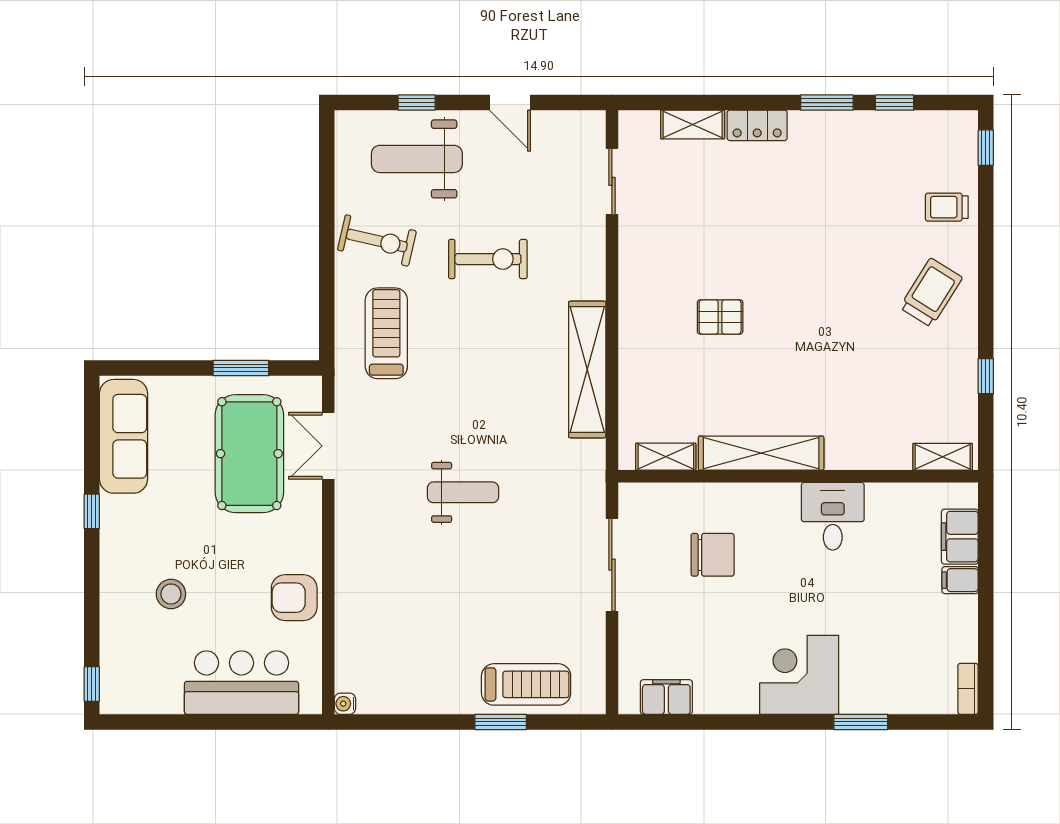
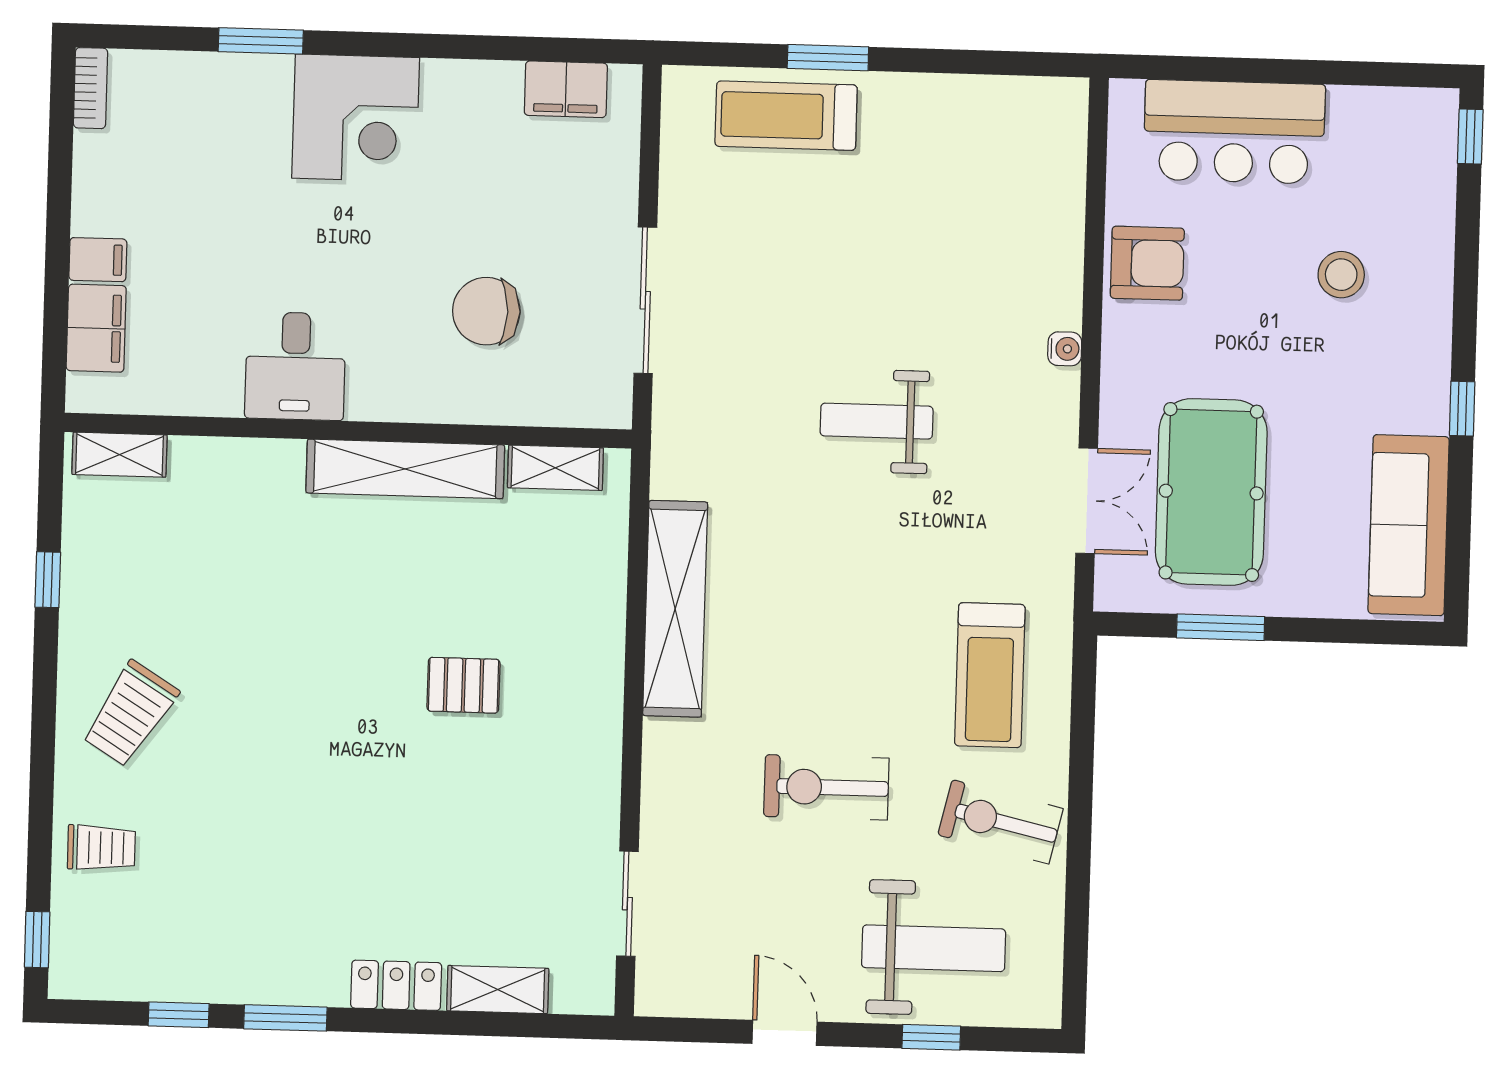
water cooler: (345, 704) -> (1065, 349), moved

